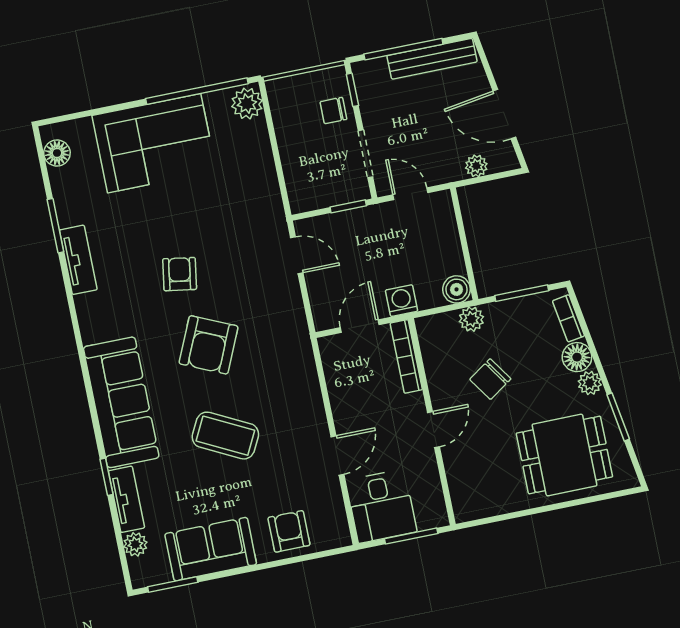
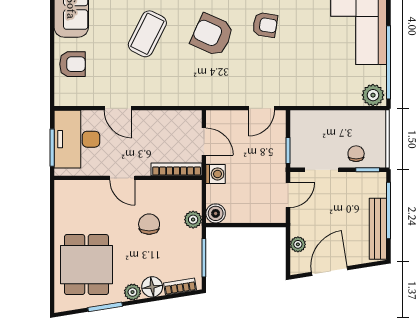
chair: (490, 379) -> (149, 224), turned 34
desk: (381, 506) -> (77, 139), width x1.37

